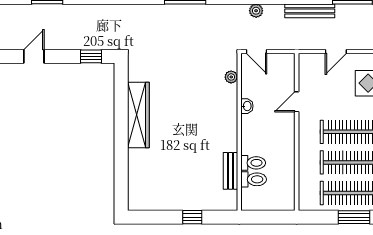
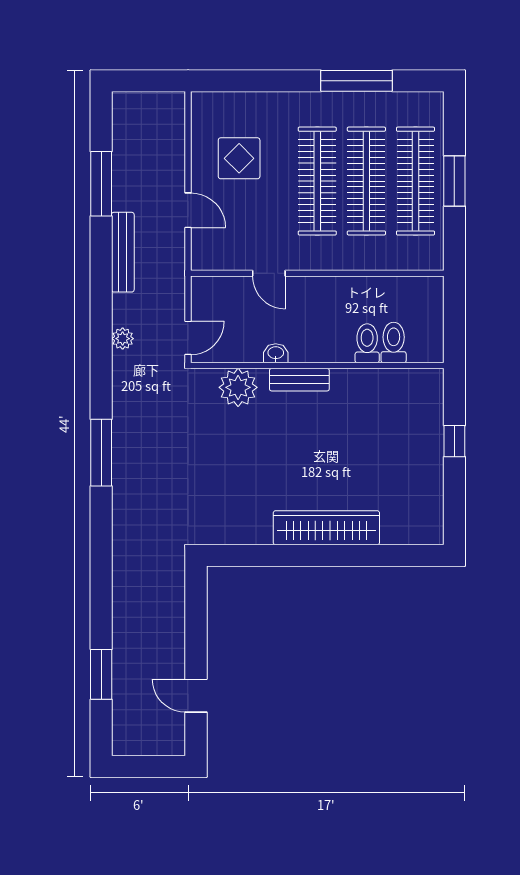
window: (91, 56) -> (196, 604), removed
plant: (231, 77) -> (238, 387), width x1.88, depth x1.88
wardrobe: (138, 115) -> (326, 528), moved
bench: (230, 171) -> (299, 380), moved

